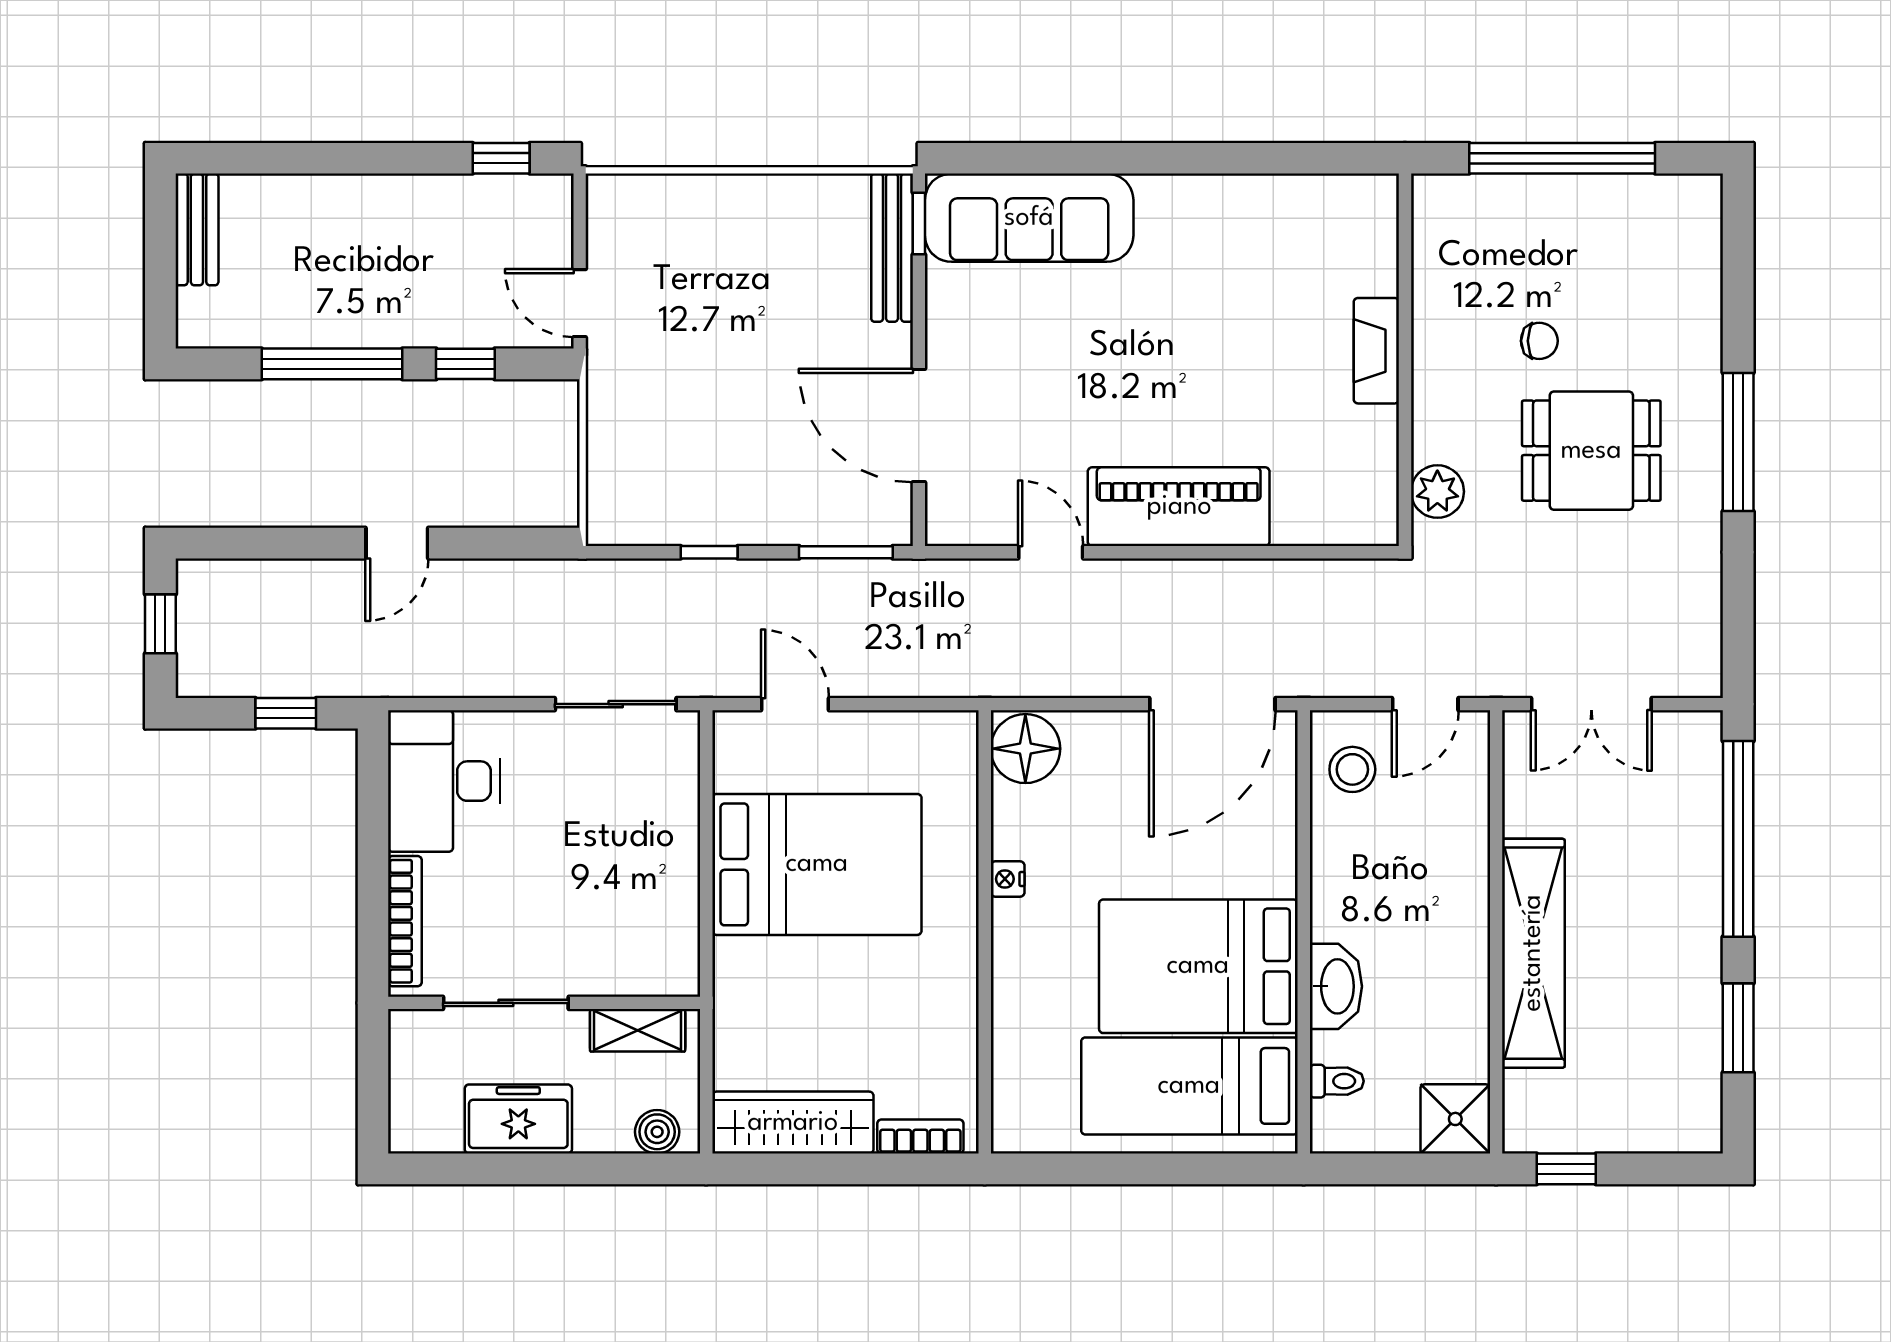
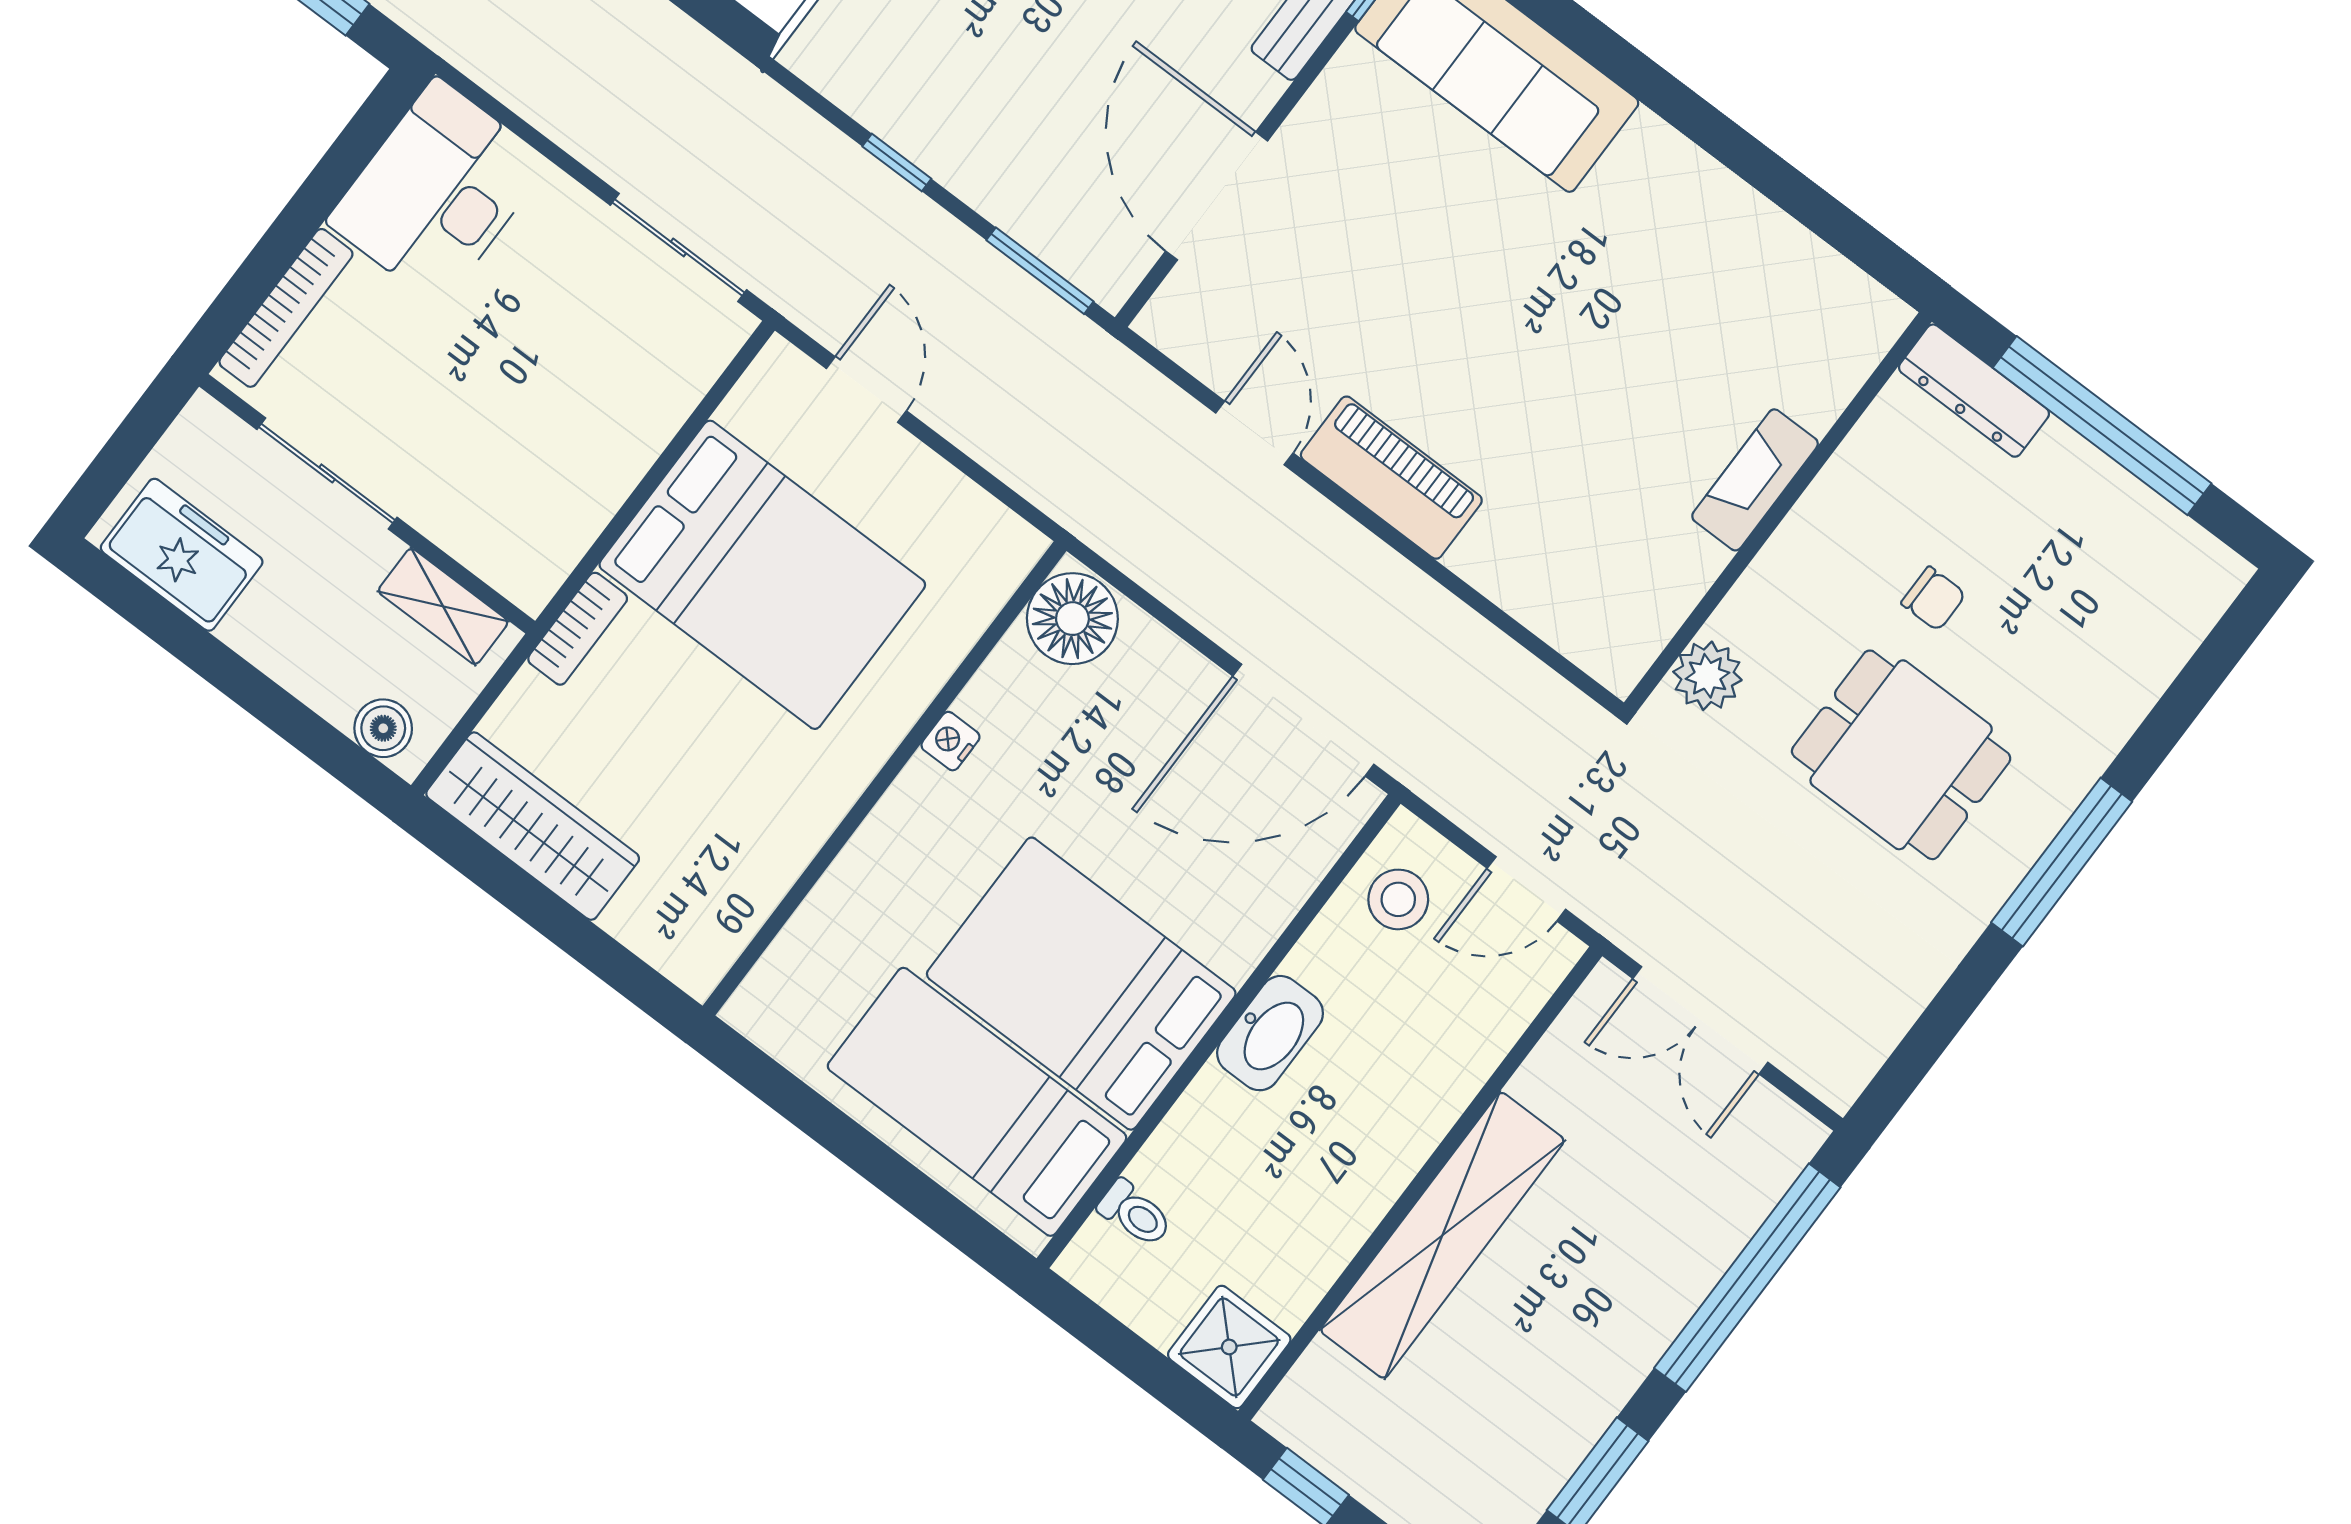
dresser: (1468, 196) -> (1974, 391), added
piano: (1179, 507) -> (1391, 478), width x0.73, depth x0.75
washbasin: (1336, 986) -> (1270, 1033), moved
freezer: (518, 1119) -> (182, 555), moved
bookcase: (920, 1137) -> (578, 629), moved, turned 90

